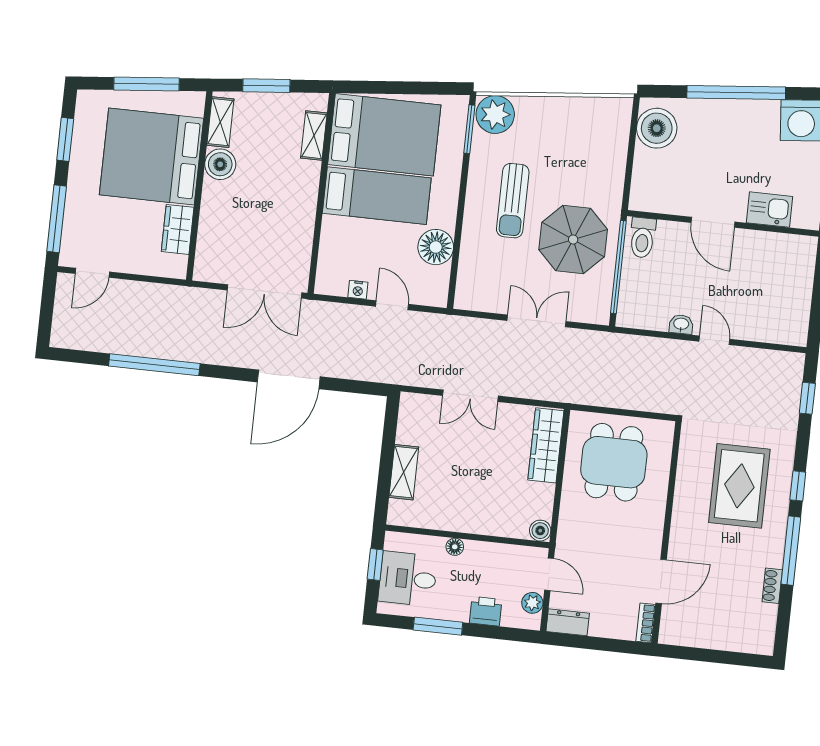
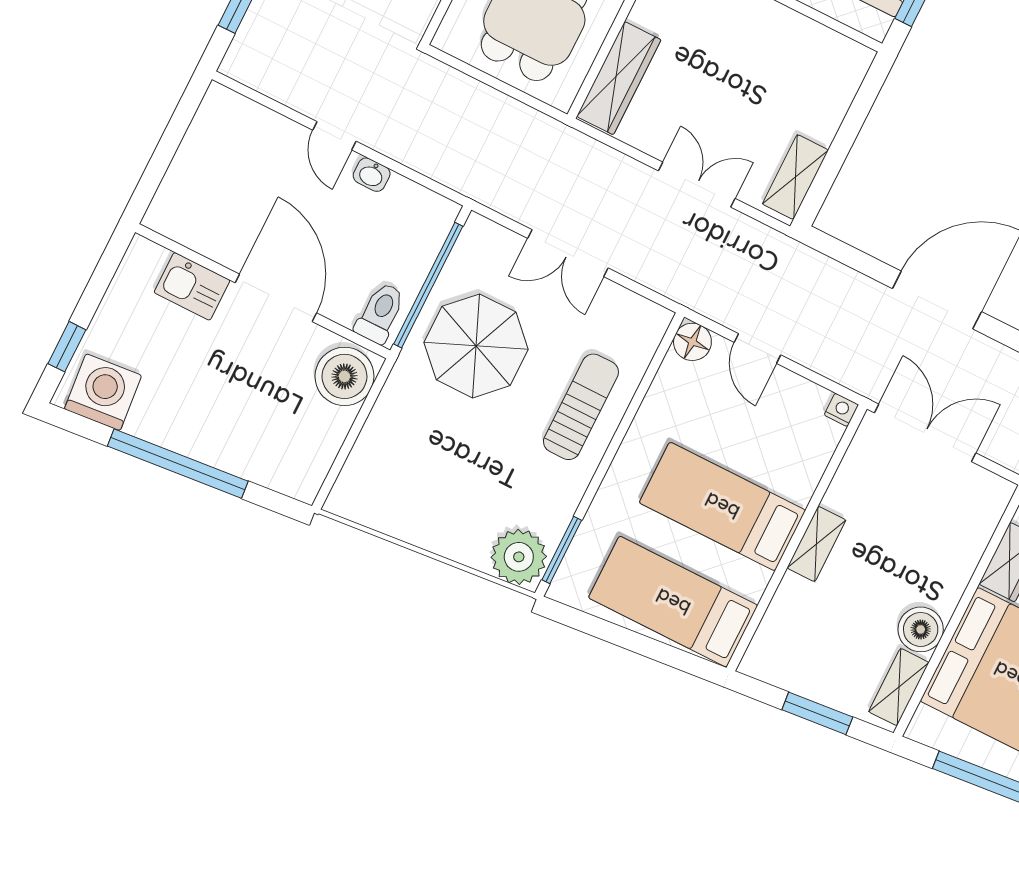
boiler: (657, 128) -> (344, 376), moved
bed: (384, 135) -> (673, 602), width x0.67
shelving: (314, 136) -> (816, 544), moved
sun lounger: (513, 201) -> (581, 407), moved
door: (713, 222) -> (276, 298), width x1.36
floor lamp: (436, 247) -> (692, 342), moved, width x0.73, depth x0.73
nightstand: (358, 290) -> (841, 410), moved
shelving: (404, 472) -> (795, 177), moved

